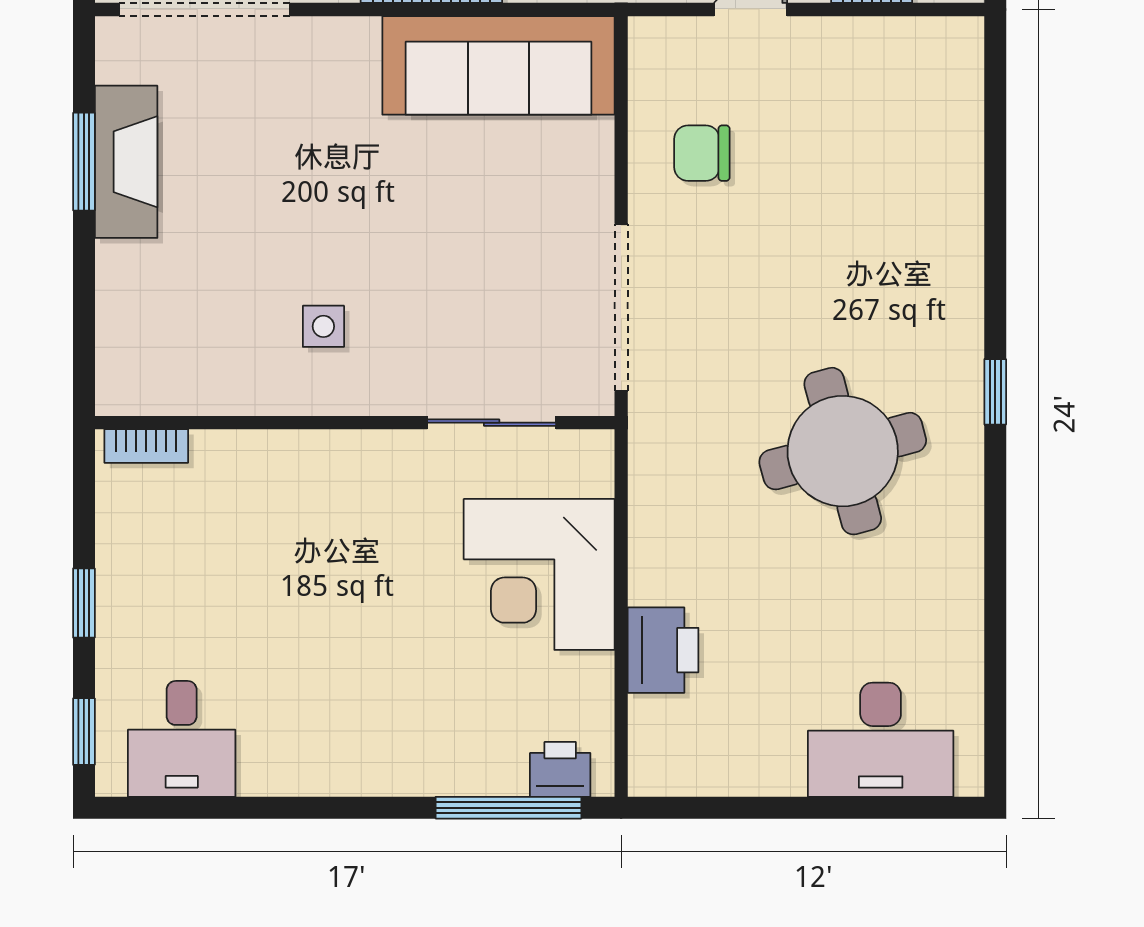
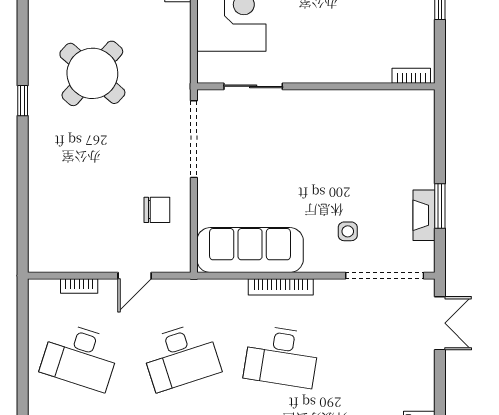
fireplace: (126, 162) -> (424, 215), width x0.73, depth x0.76
side table: (323, 326) -> (348, 231), moved
round table: (843, 451) -> (92, 73), turned -33

